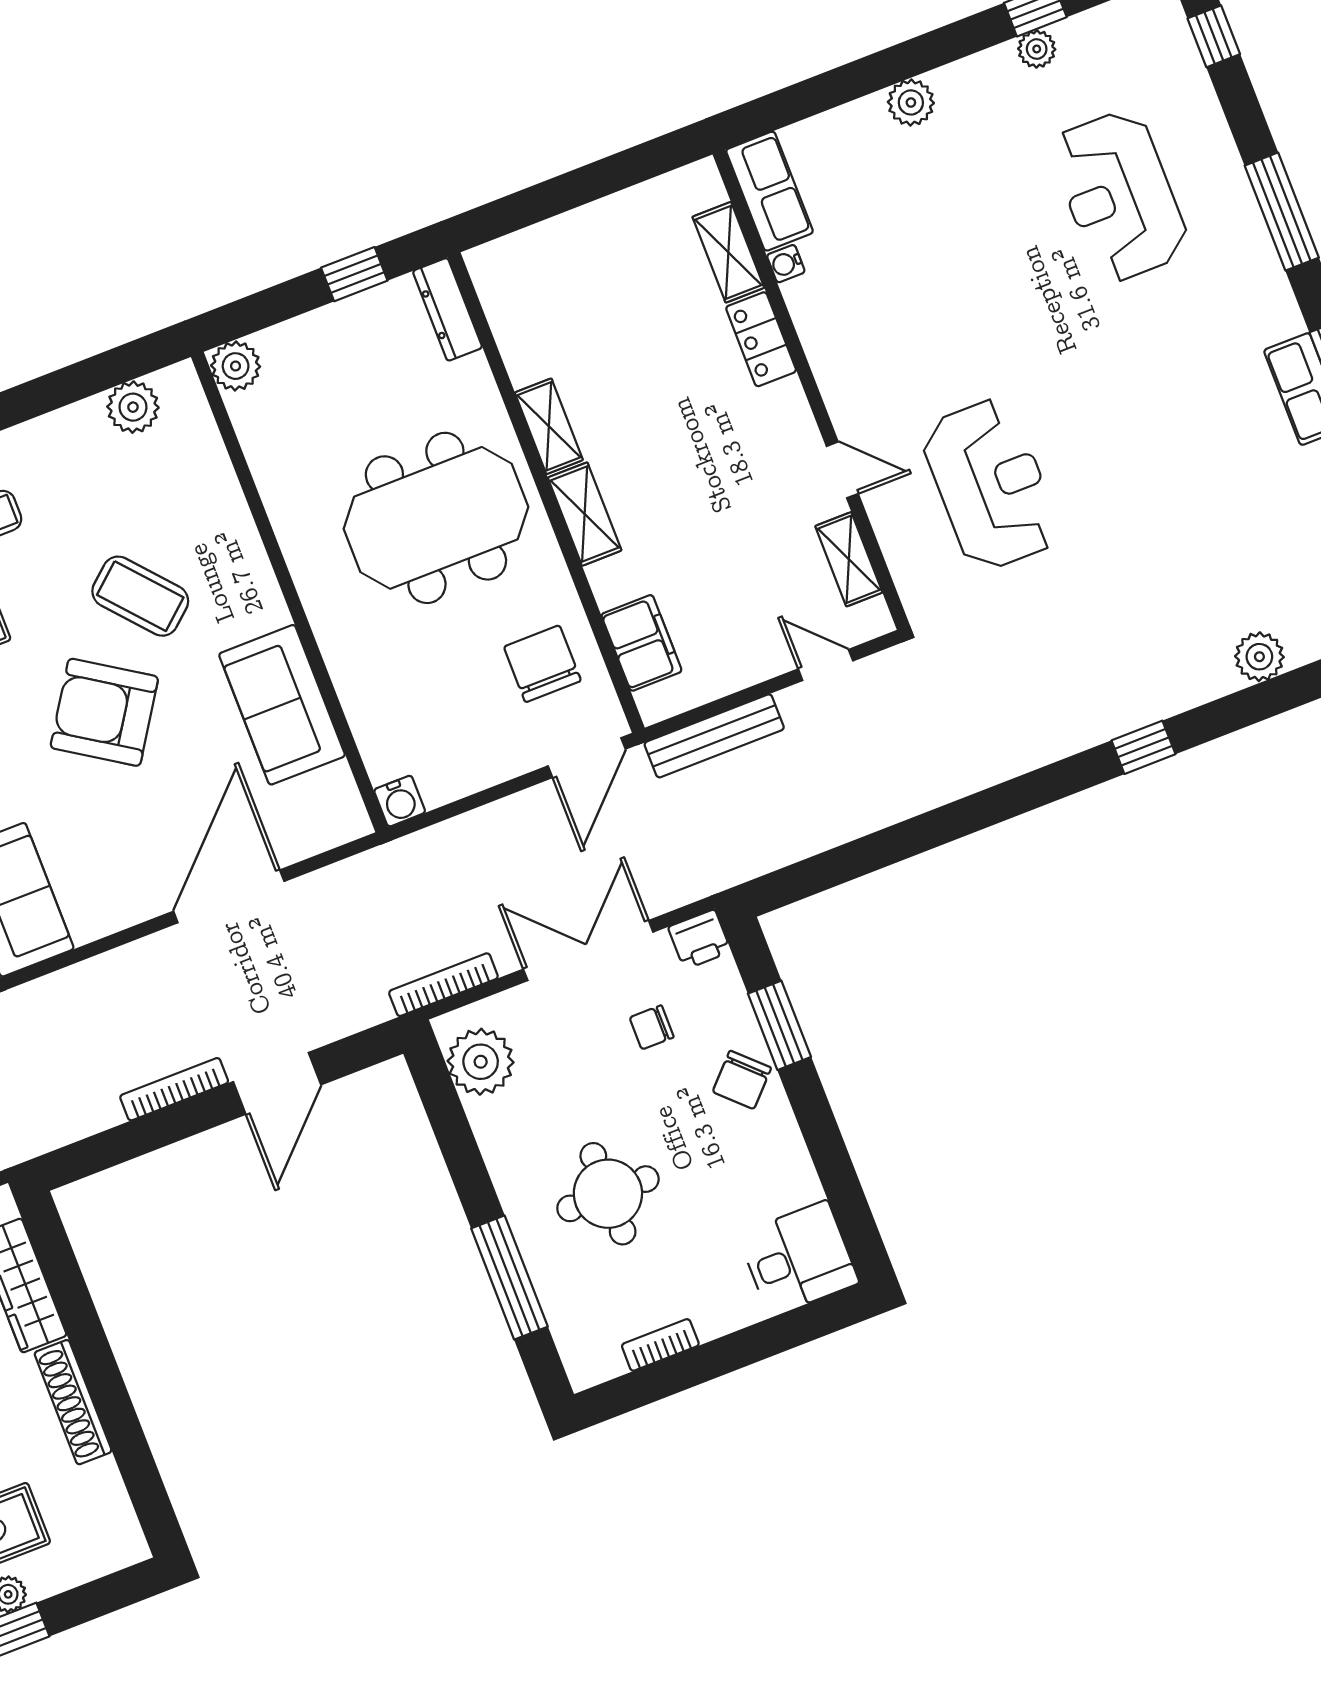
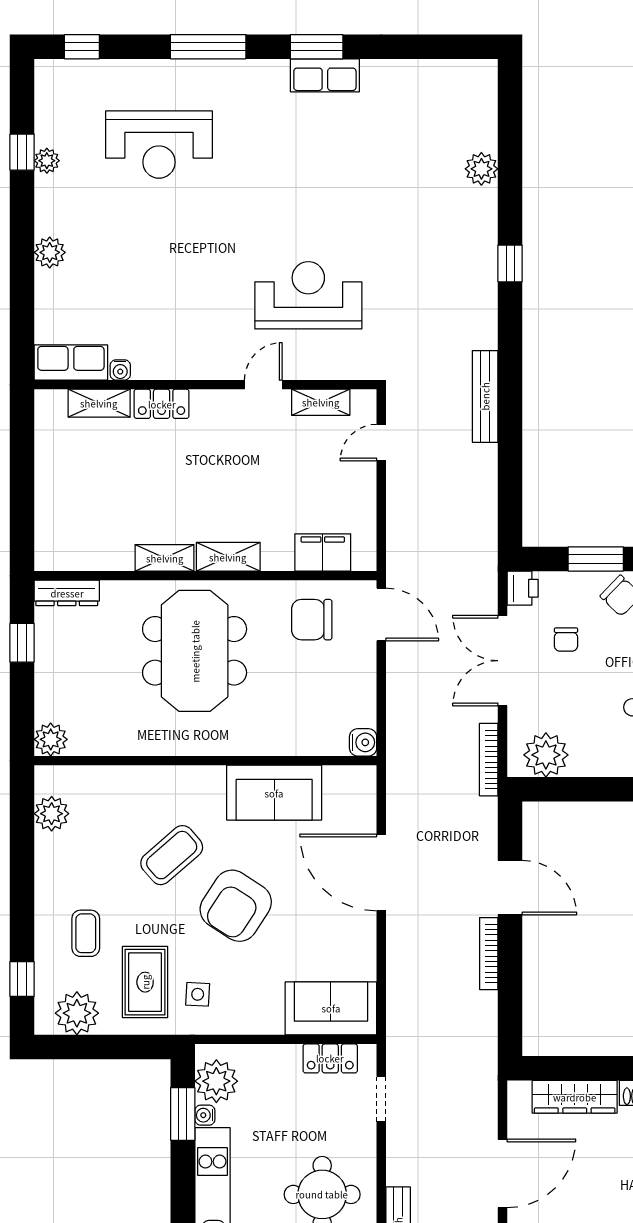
bench: (714, 736) -> (485, 396), moved

